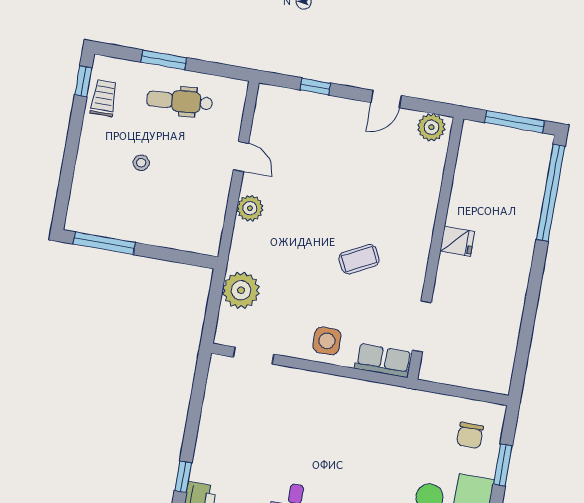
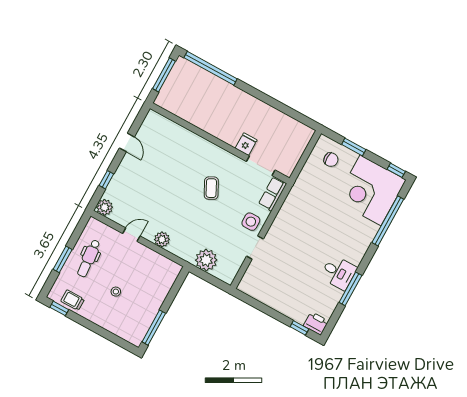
plant: (431, 127) -> (105, 207), moved
fridge: (457, 241) -> (246, 144), moved
doorway: (253, 356) -> (255, 248), moved

